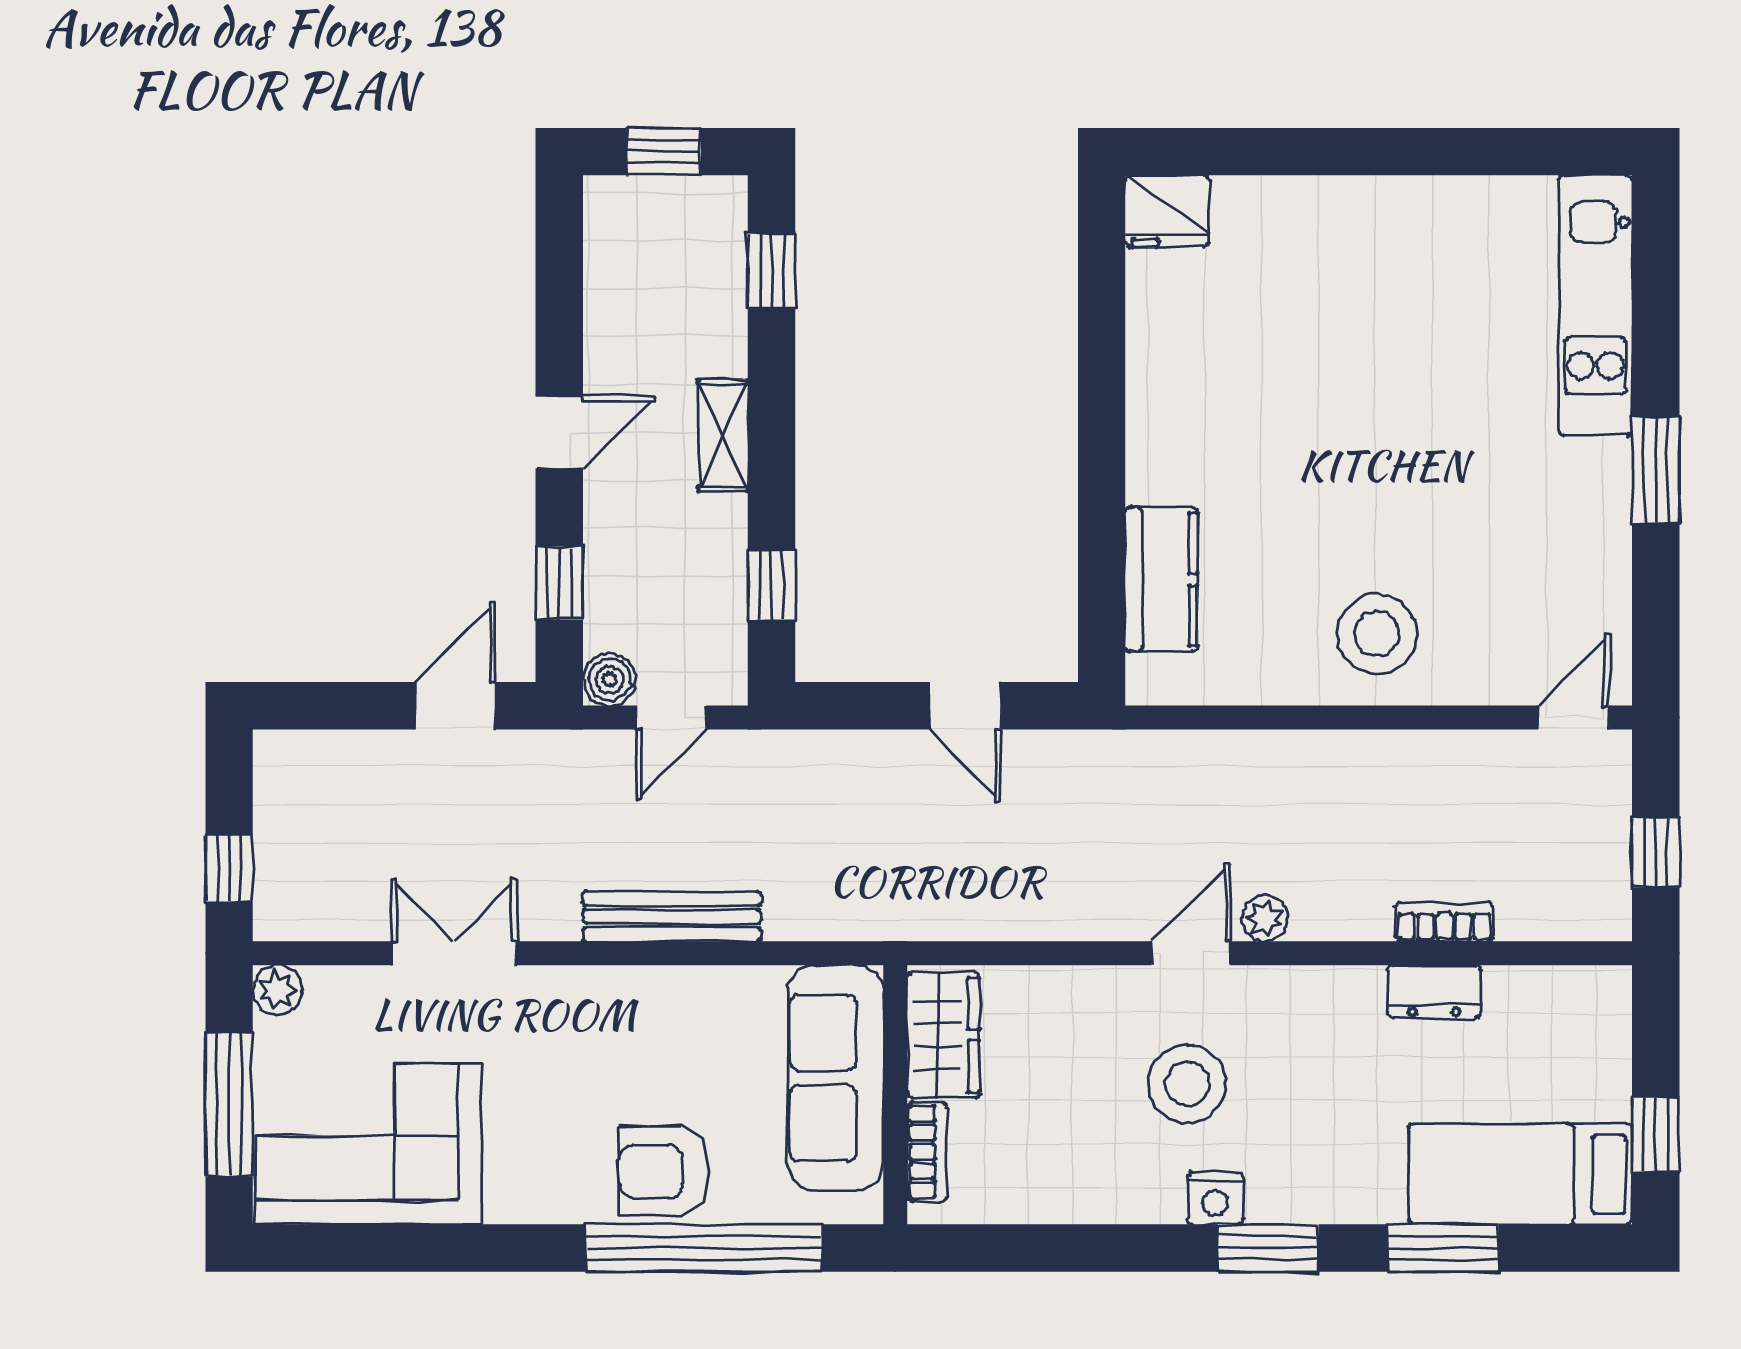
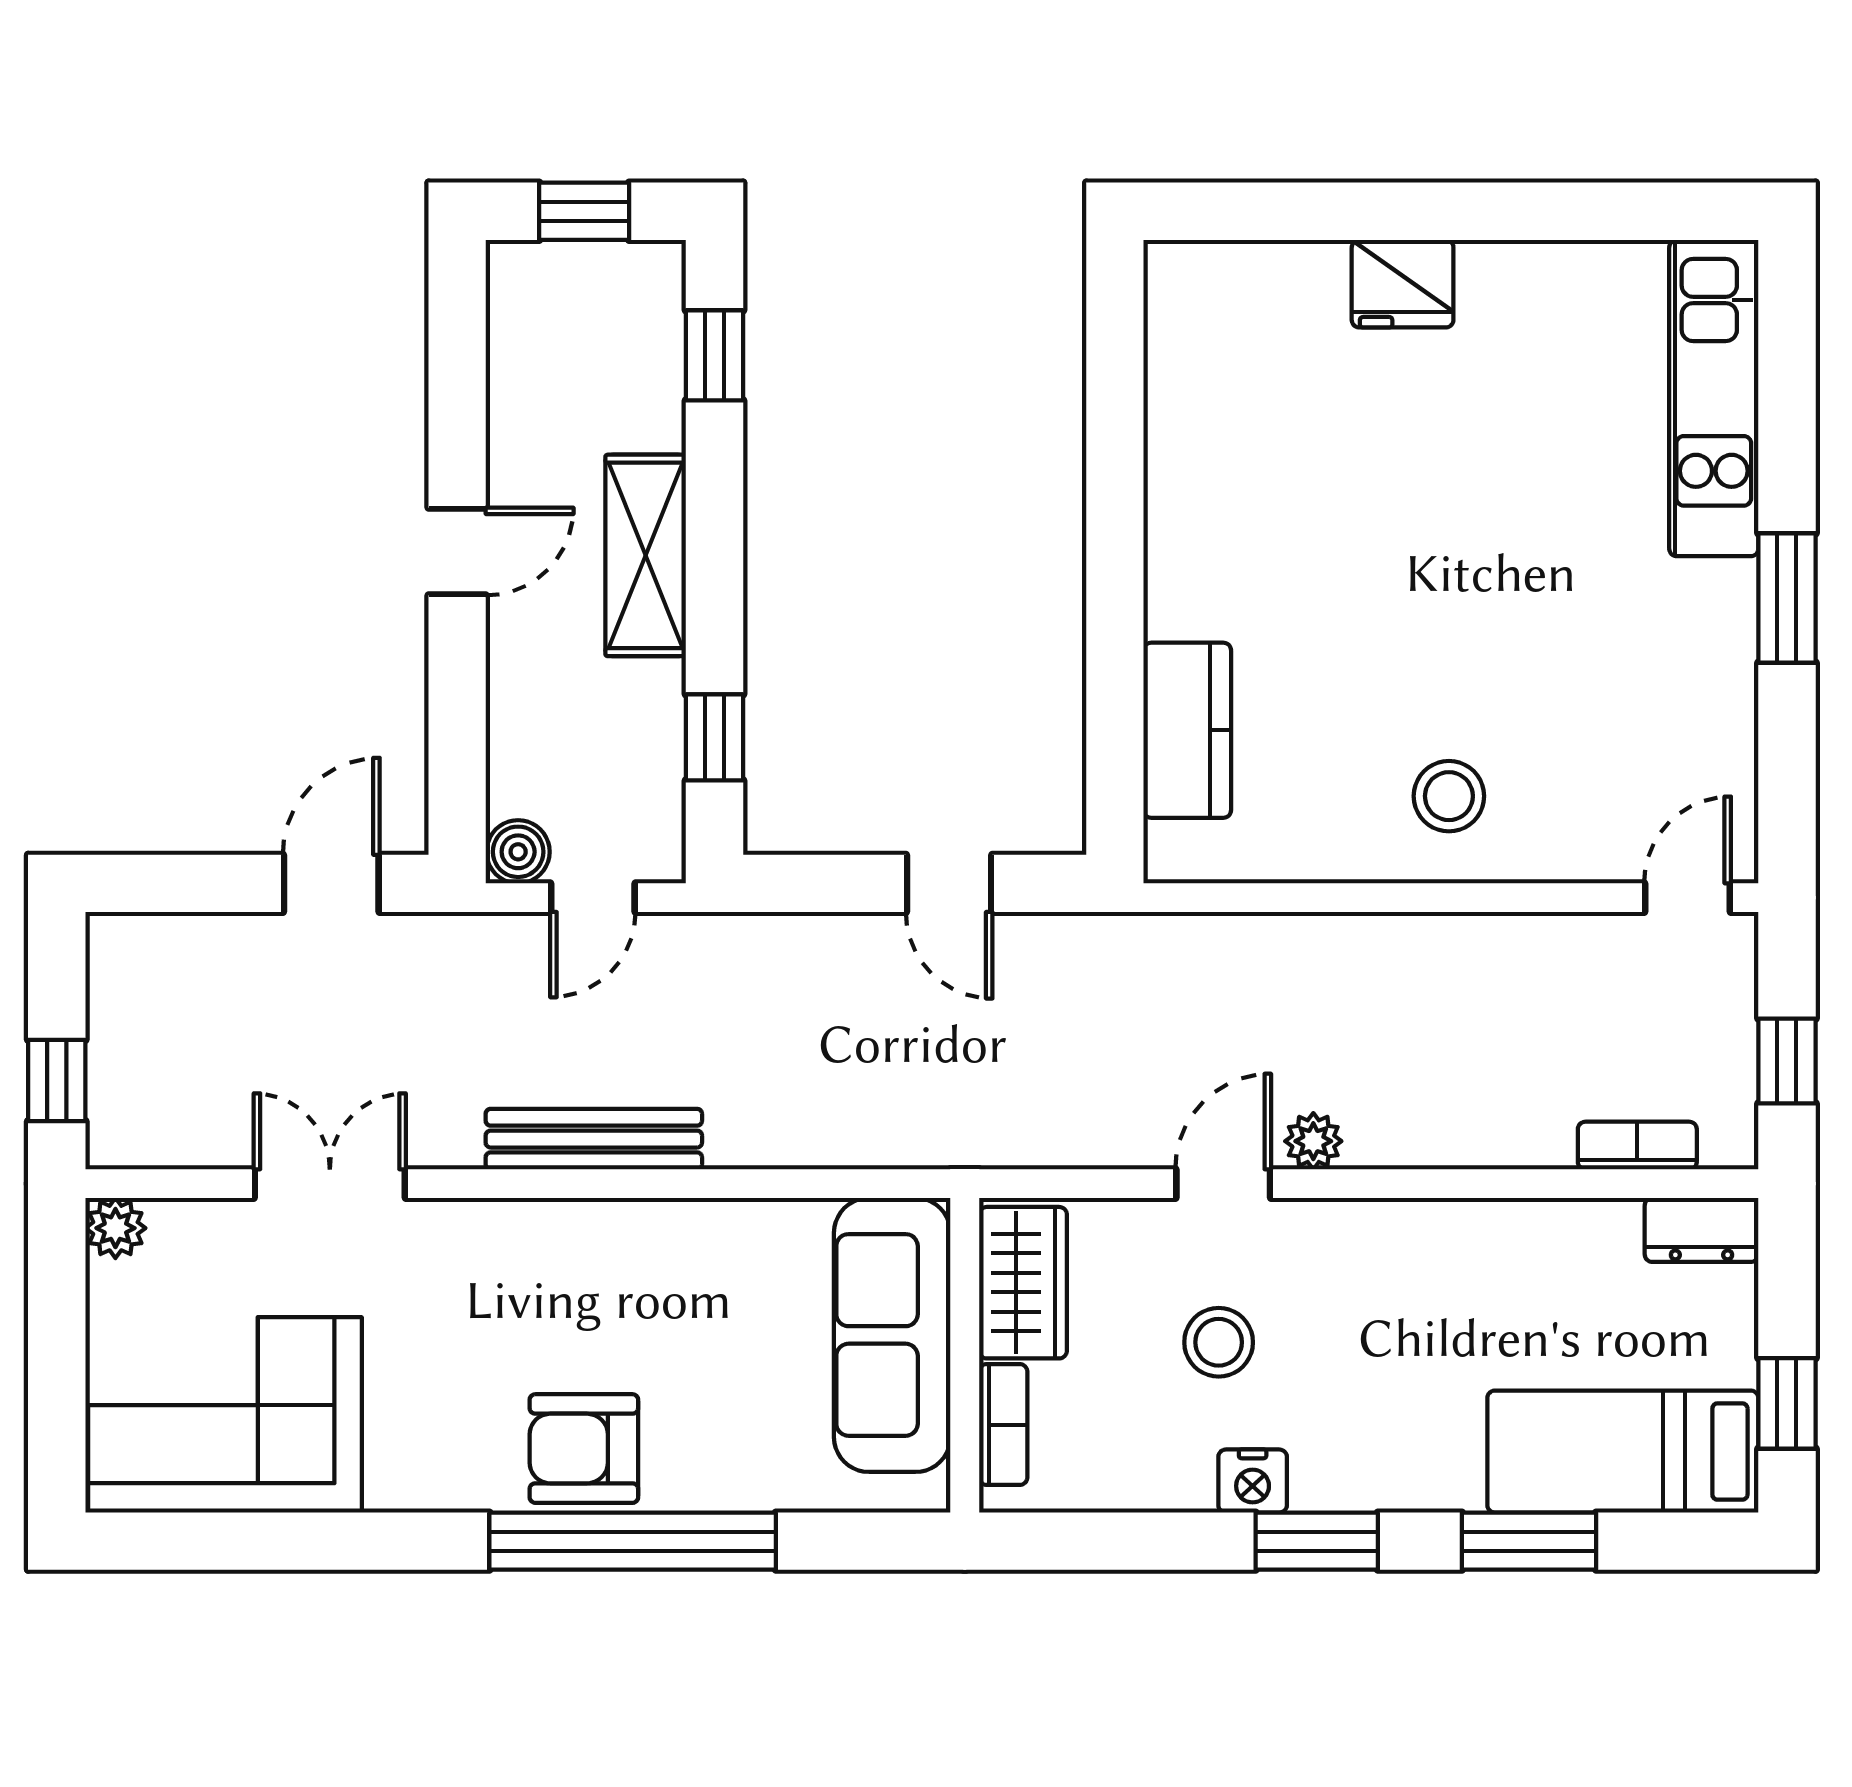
fridge: (1167, 211) -> (1403, 284), moved
shelving: (723, 435) -> (646, 555), width x1.50, depth x1.33
window: (559, 583) -> (457, 734), removed
stool: (1377, 634) -> (1449, 796), width x0.73, depth x0.73
bookcase: (1444, 922) -> (1637, 1146), moved
dresser: (1434, 991) -> (1702, 1230), moved
wardrobe: (943, 1035) -> (1023, 1283), moved
sofa: (835, 1078) -> (892, 1335), moved
stool: (1187, 1084) -> (1219, 1342), width x0.73, depth x0.73
wall: (895, 1095) -> (965, 1355), moved
window: (229, 1104) -> (57, 1367), removed
bookcase: (927, 1152) -> (1003, 1425), moved

